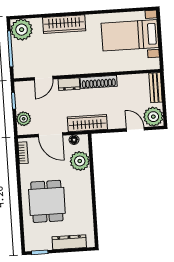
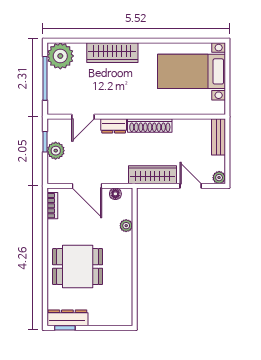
plant: (153, 117) -> (219, 178), width x0.53, depth x0.53
plant: (24, 119) -> (56, 151), moved
wardrobe: (87, 123) -> (153, 175), moved
plant: (80, 161) -> (126, 226), width x0.53, depth x0.53
dining table: (47, 201) -> (78, 267), turned 90
dresser: (69, 242) -> (67, 318), moved

